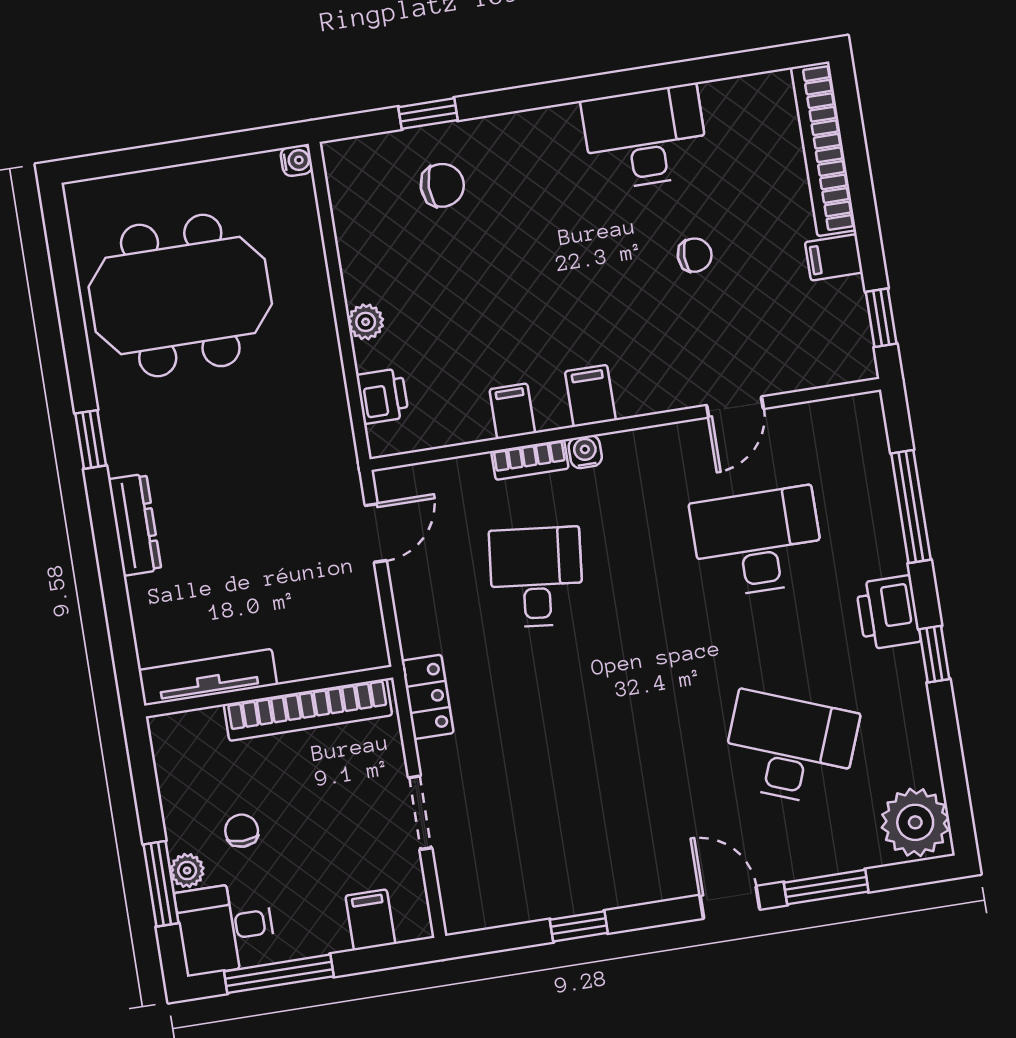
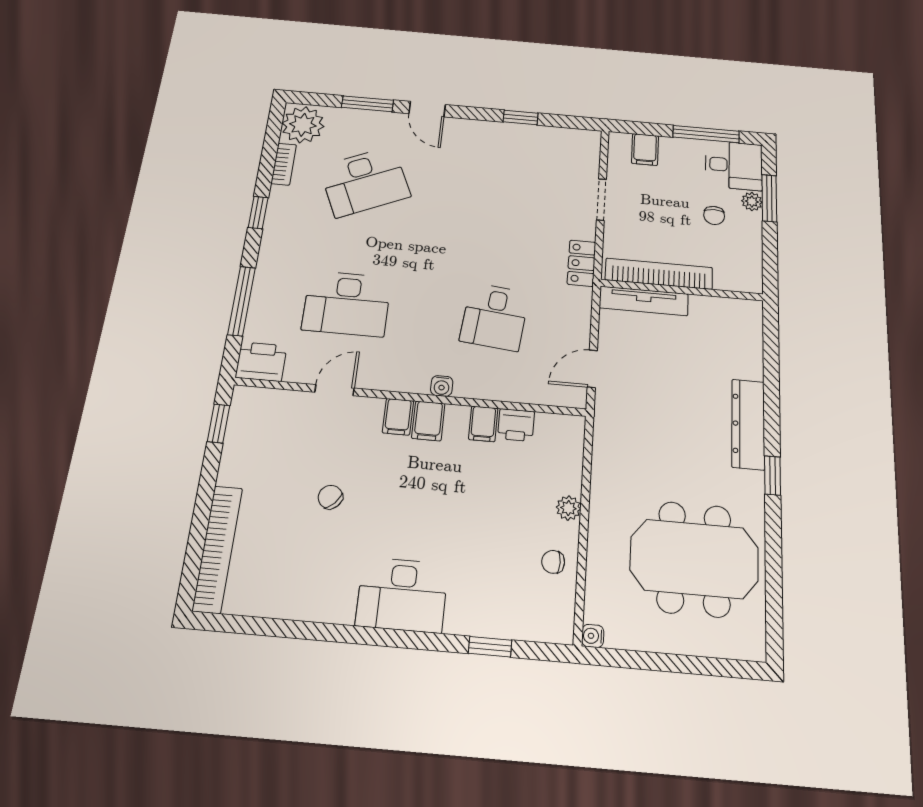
desk: (645, 137) -> (402, 595), moved
chair: (442, 185) -> (553, 562), moved, width x0.73, depth x0.73
chair: (695, 255) -> (330, 497), turned 44
filing cabinet: (834, 257) -> (398, 417), moved, turned 90
printer: (383, 396) -> (516, 425), moved, turned -90
bookcase: (530, 460) -> (284, 164), moved, turned 90
dresser: (135, 525) -> (748, 424), width x1.37, depth x1.24
printer: (888, 613) -> (261, 362), moved, turned -90
tv unit: (208, 677) -> (644, 301), moved
desk: (790, 748) -> (365, 182), turned -45

